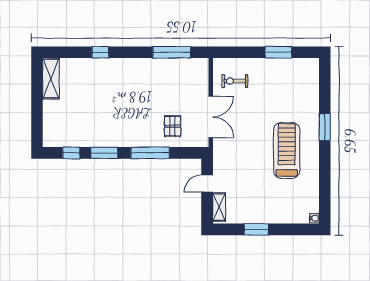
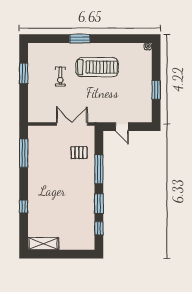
exercise bike: (235, 81) -> (60, 77), moved
treadmill: (287, 150) -> (97, 67), turned 180
shelving: (219, 207) -> (139, 118), removed

